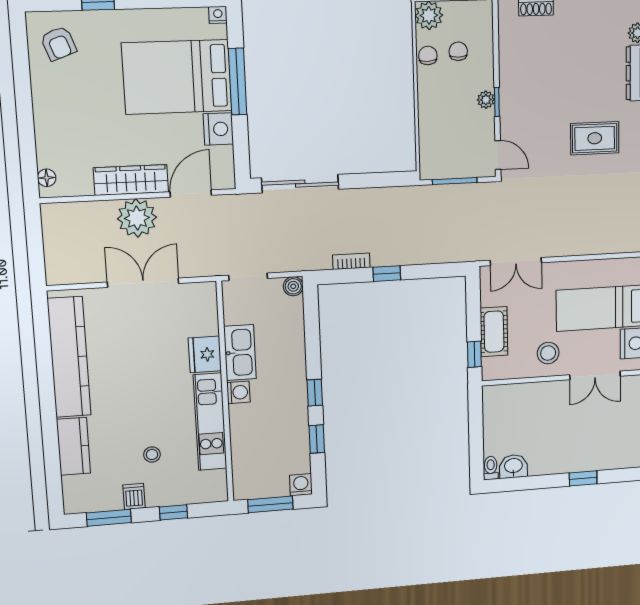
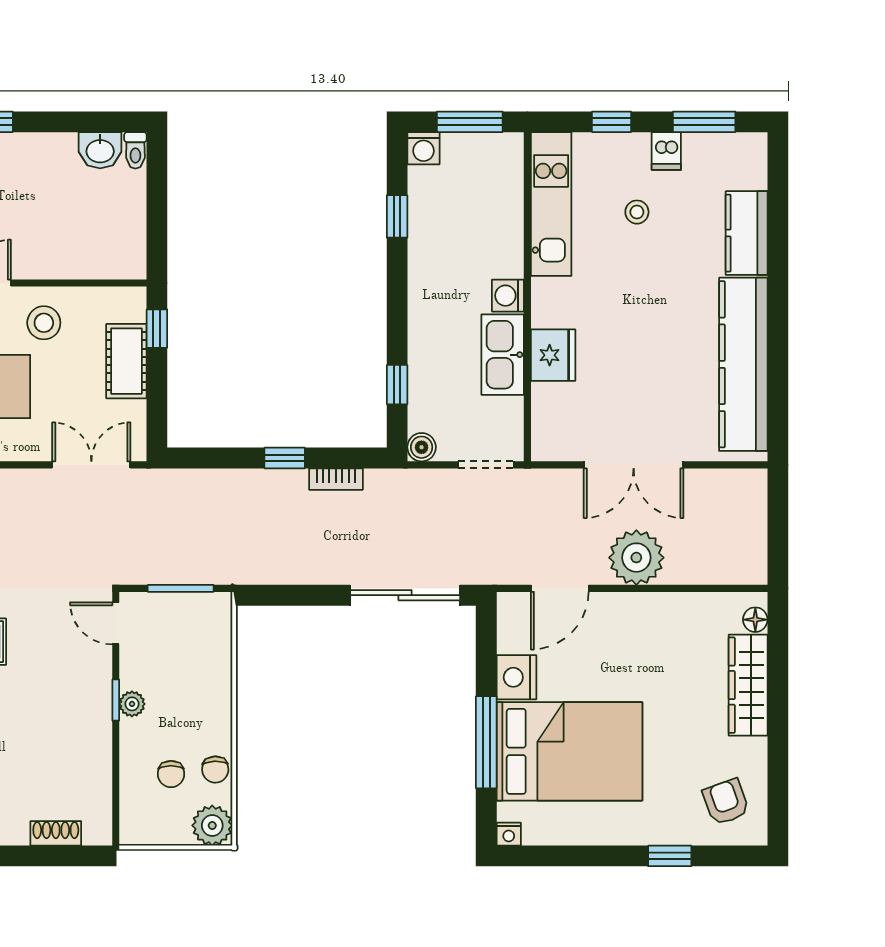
wardrobe: (131, 180) -> (748, 685), moved, turned 90
window: (315, 393) -> (397, 385), moved
kitchen unit: (210, 422) -> (551, 204), moved

